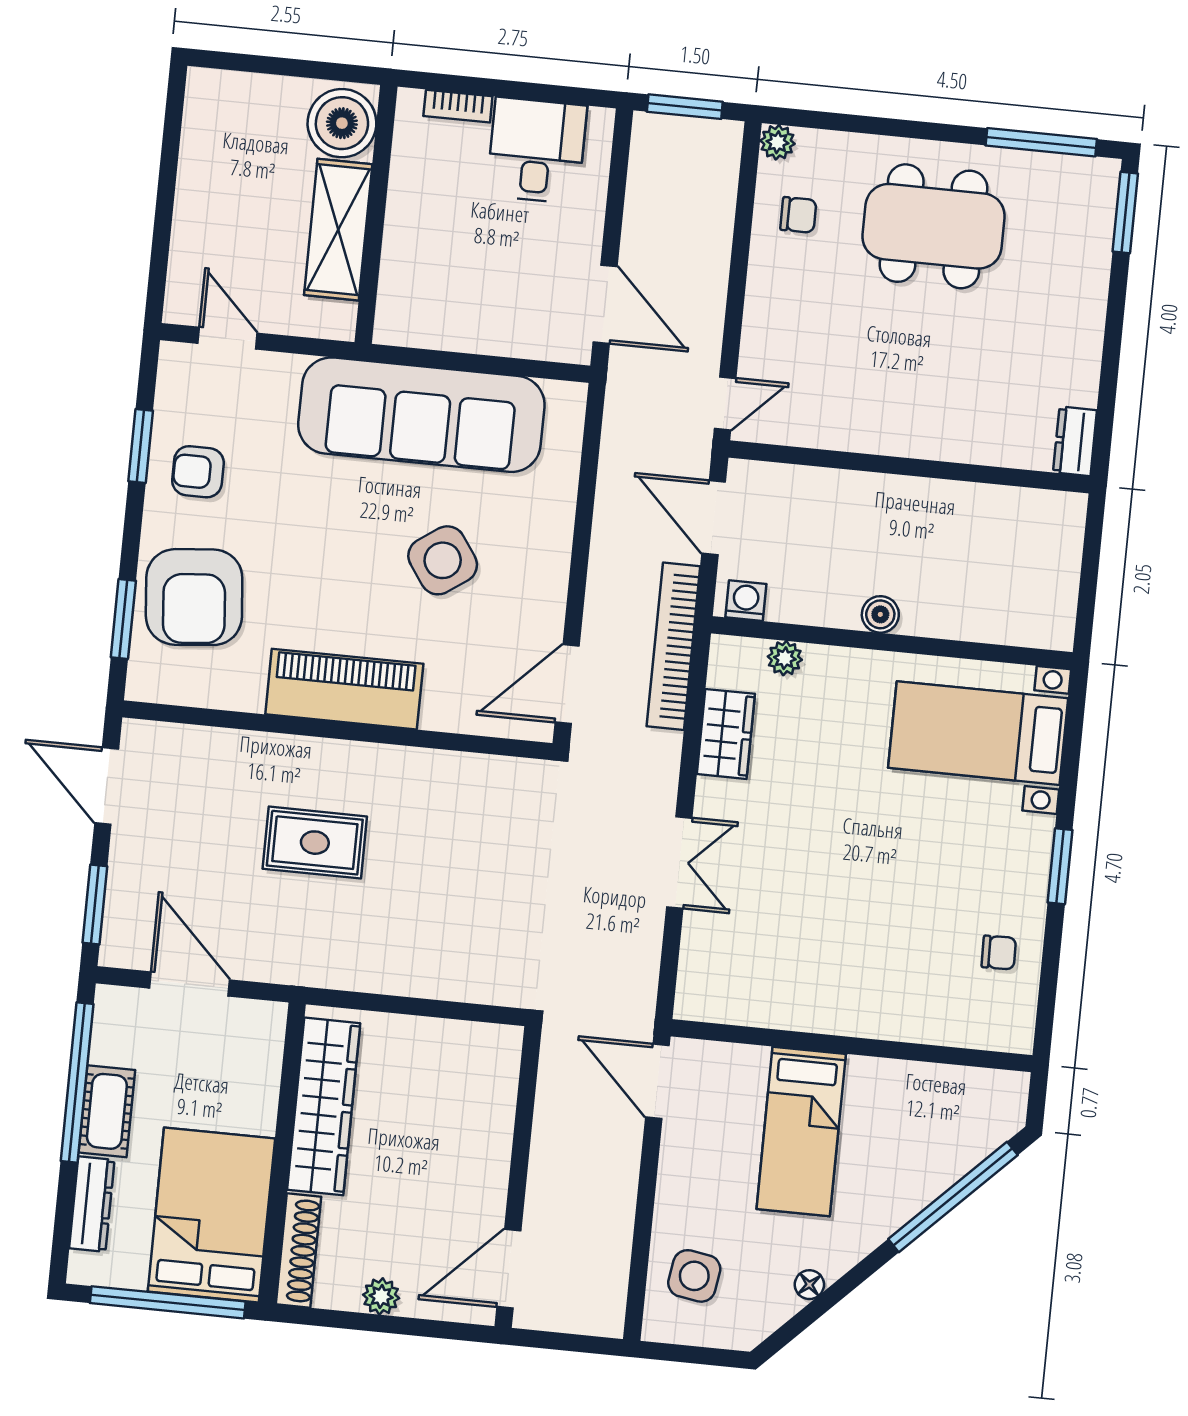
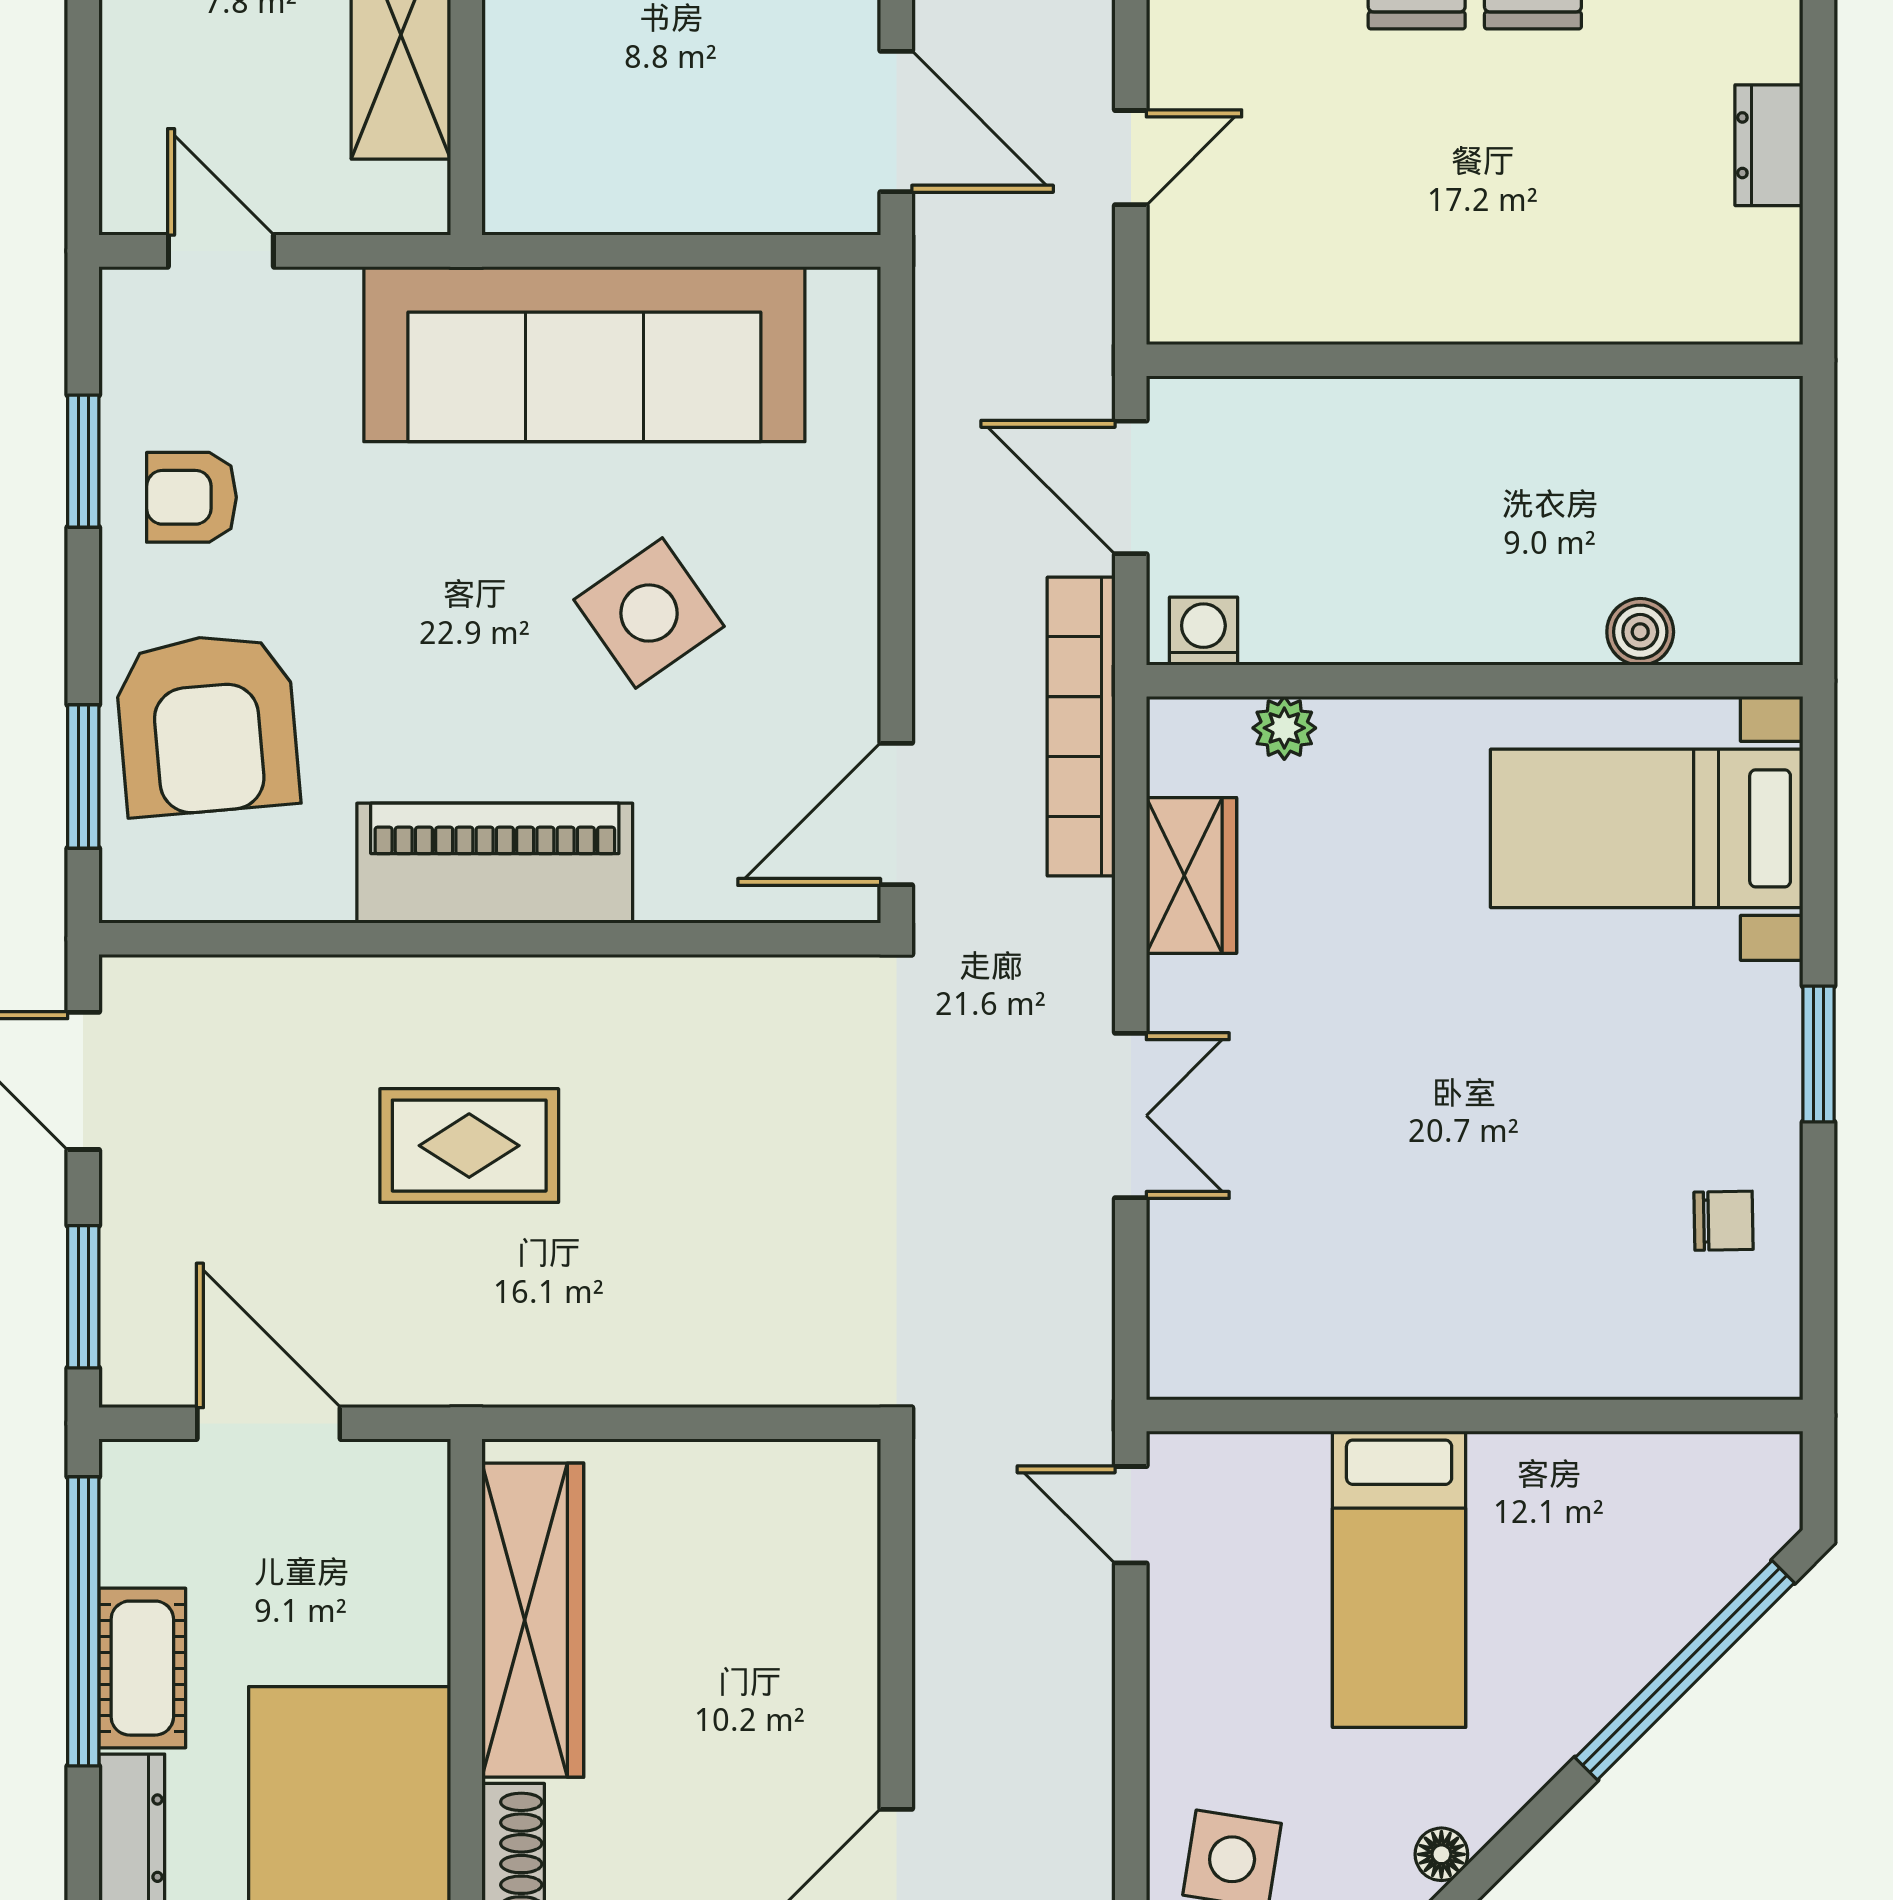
door: (725, 403) -> (1131, 158), moved
dresser: (1075, 441) -> (1769, 145), moved
boiler: (880, 614) -> (1640, 632), moved
door: (657, 1081) -> (1131, 1515), width x0.73

